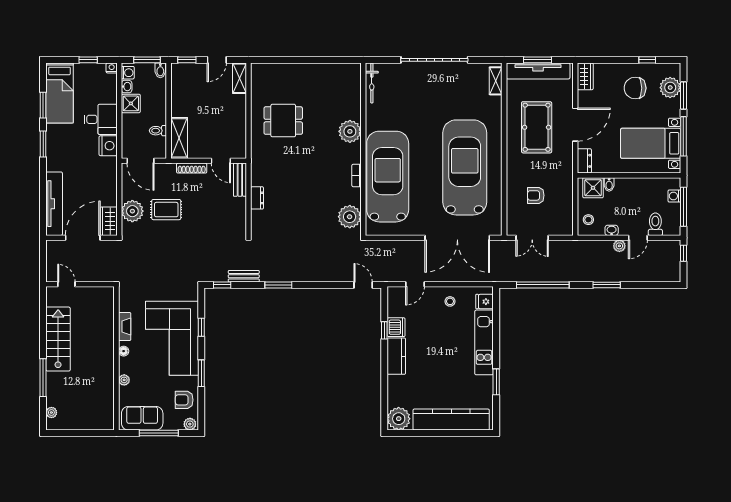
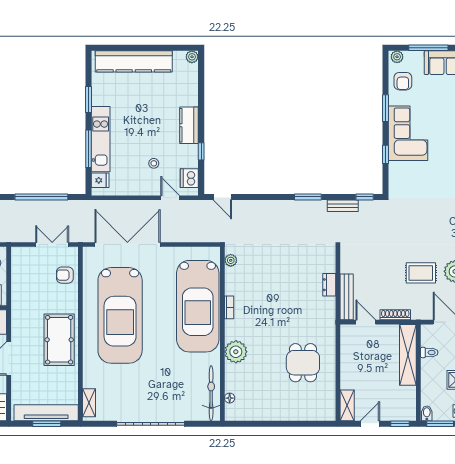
bicycle: (372, 83) -> (211, 393), width x1.37, depth x1.40
floor lamp: (356, 85) -> (230, 398), added
dining table: (283, 121) -> (303, 363), turned 90
pool table: (537, 127) -> (59, 340), moved
shelving: (179, 138) -> (408, 355), width x1.47
bench: (240, 180) -> (347, 297), width x1.36
armchair: (536, 195) -> (65, 275), moved, turned 180
plant: (350, 217) -> (231, 260), width x0.53, depth x0.53
door: (415, 284) -> (170, 198), hinge flipped
stool: (450, 301) -> (154, 163), moved
dishwasher: (396, 327) -> (189, 178), moved
window: (496, 333) -> (88, 149), added
corner sofa: (172, 338) -> (408, 133), width x0.73, depth x0.74
armchair: (184, 400) -> (403, 81), turned 90
plant: (399, 419) -> (192, 57), width x0.53, depth x0.53

